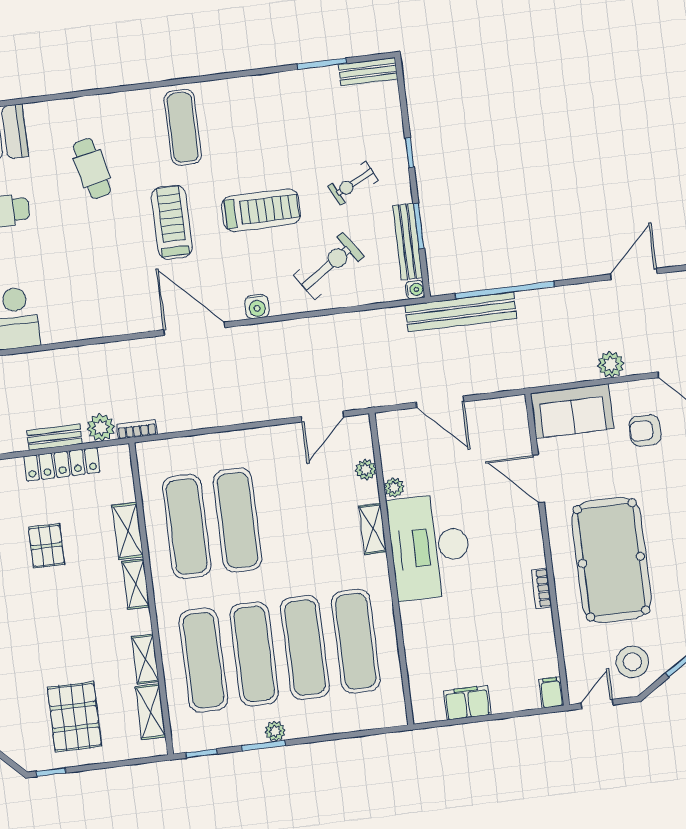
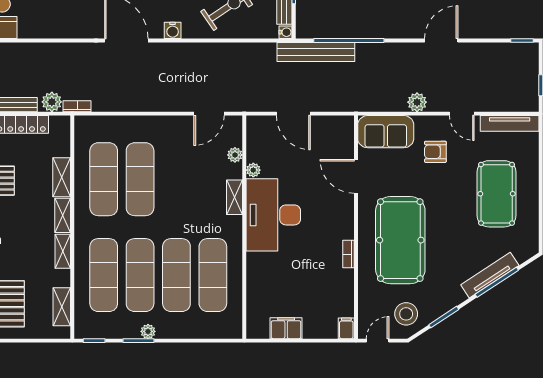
shelving: (145, 659) -> (63, 251), moved

